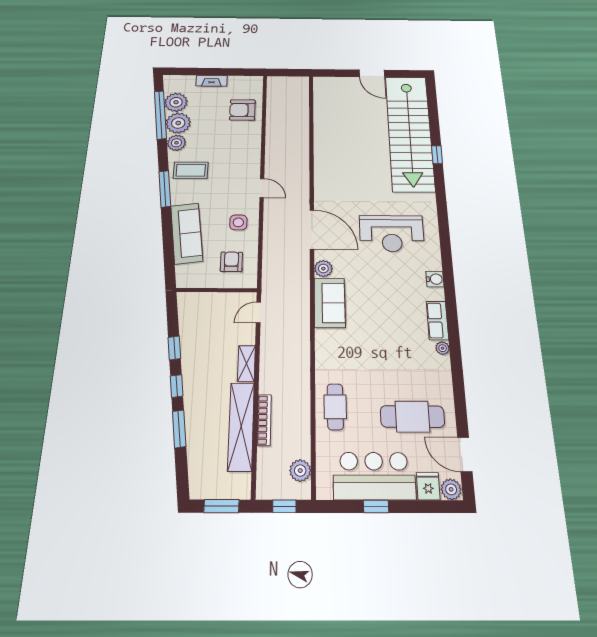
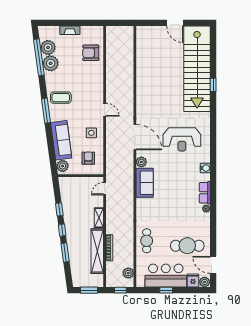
plant: (176, 143) -> (62, 166), moved

